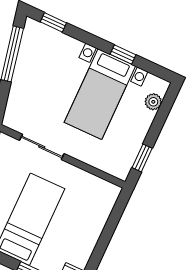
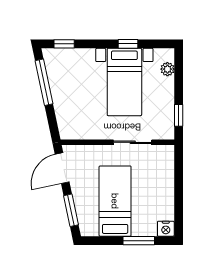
sliding door: (42, 147) -> (133, 142), moved

